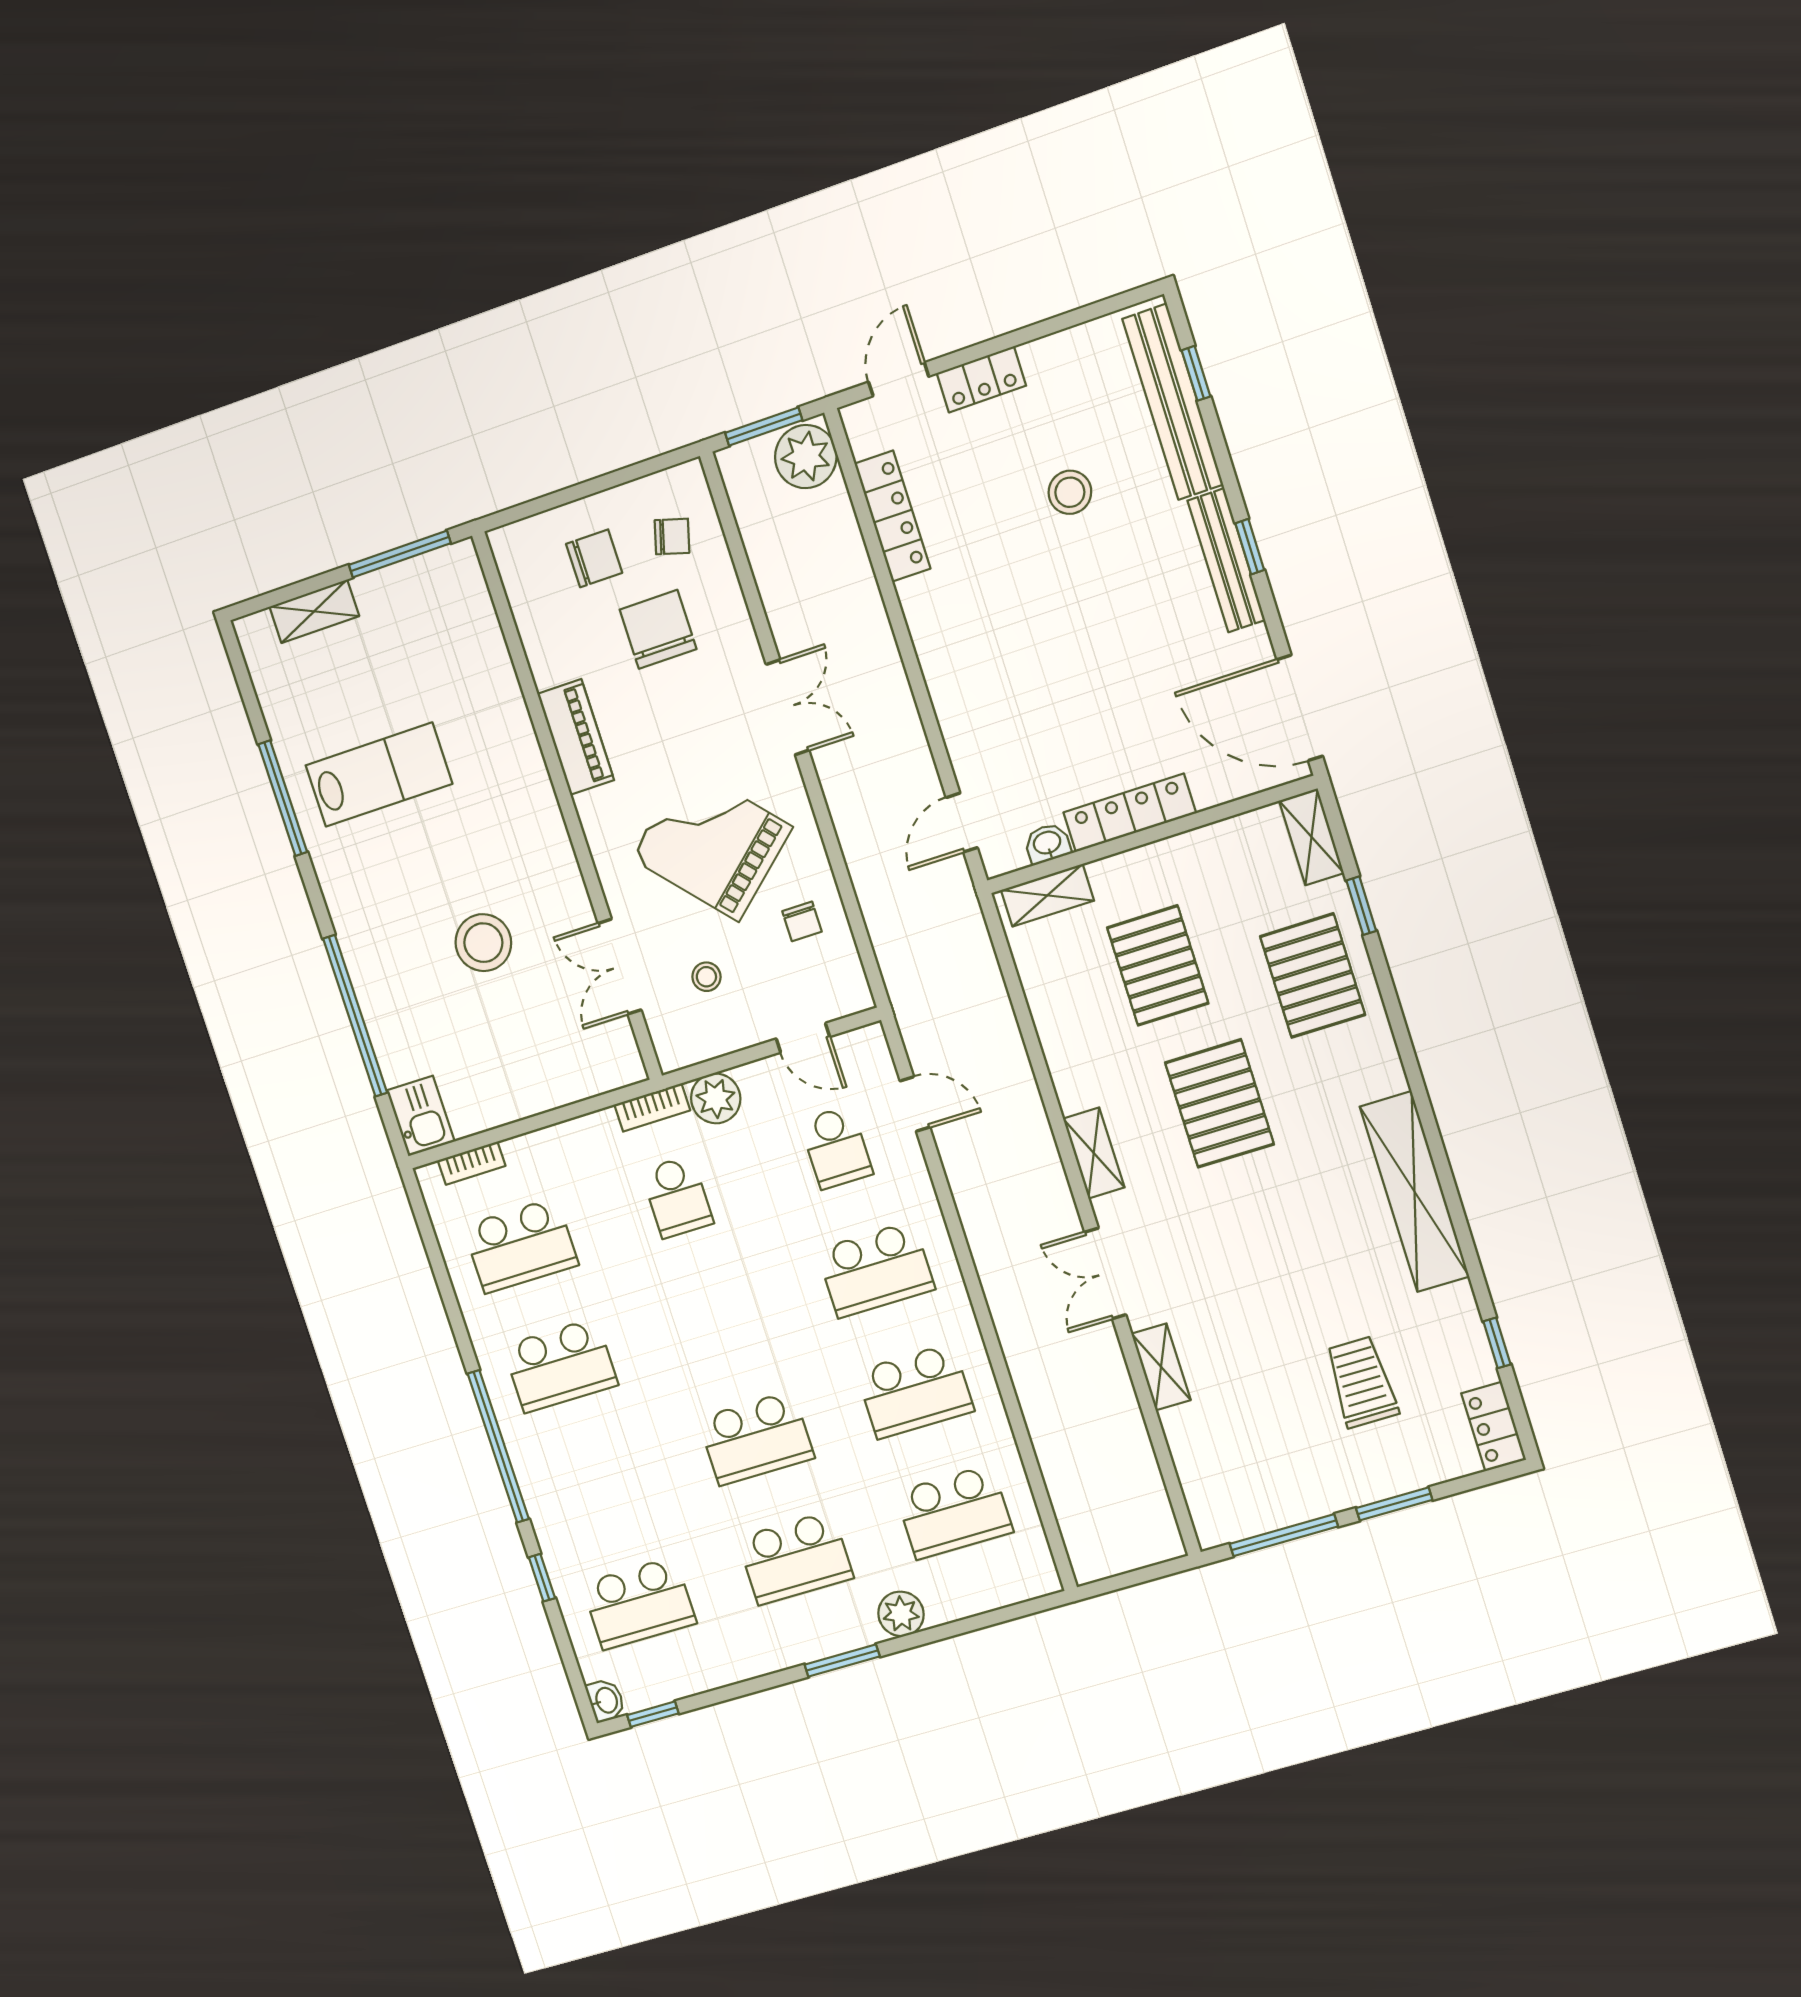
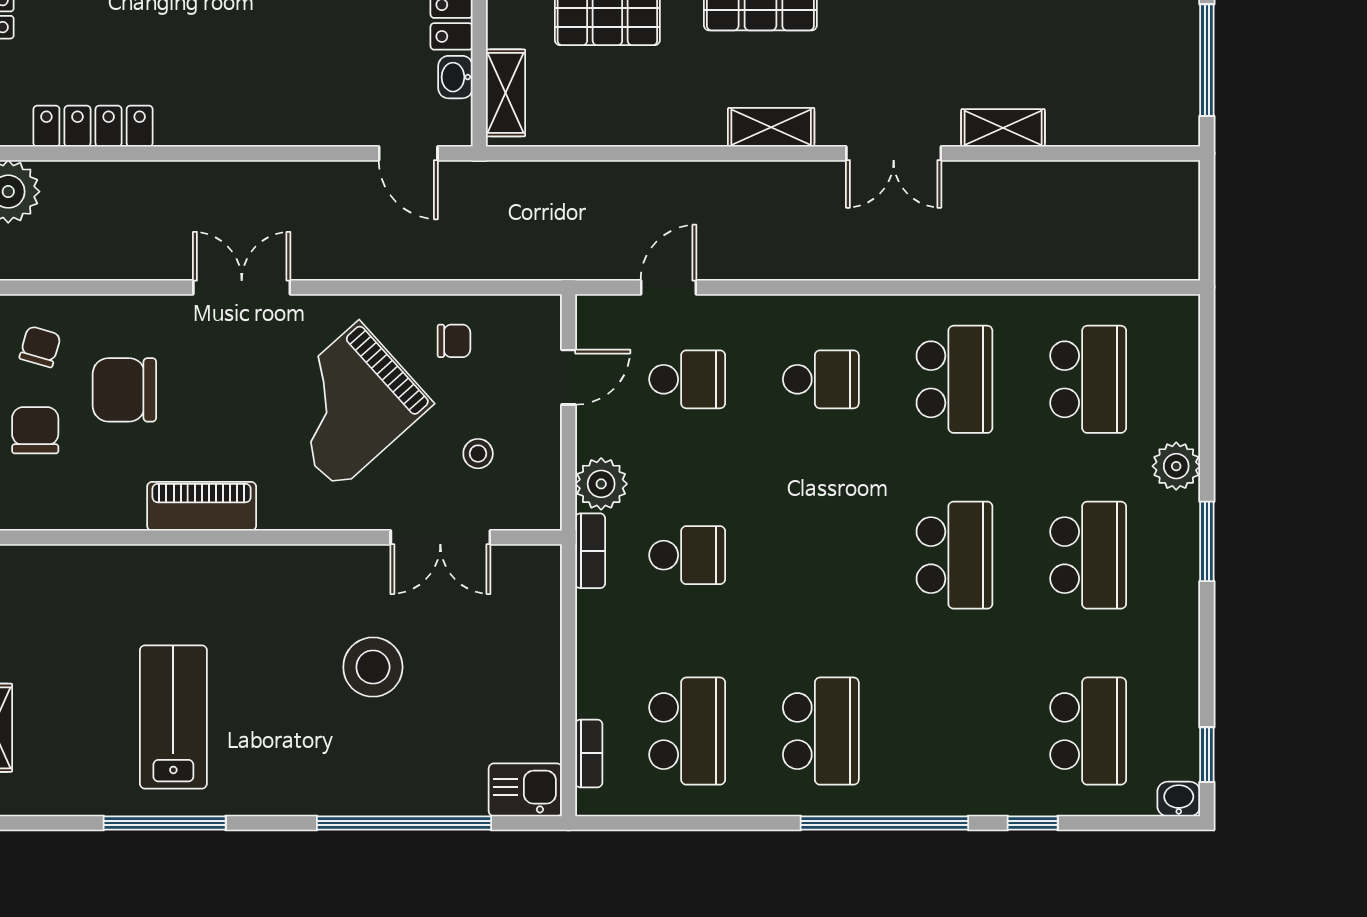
school desk: (876, 1270) -> (821, 379), width x0.54

